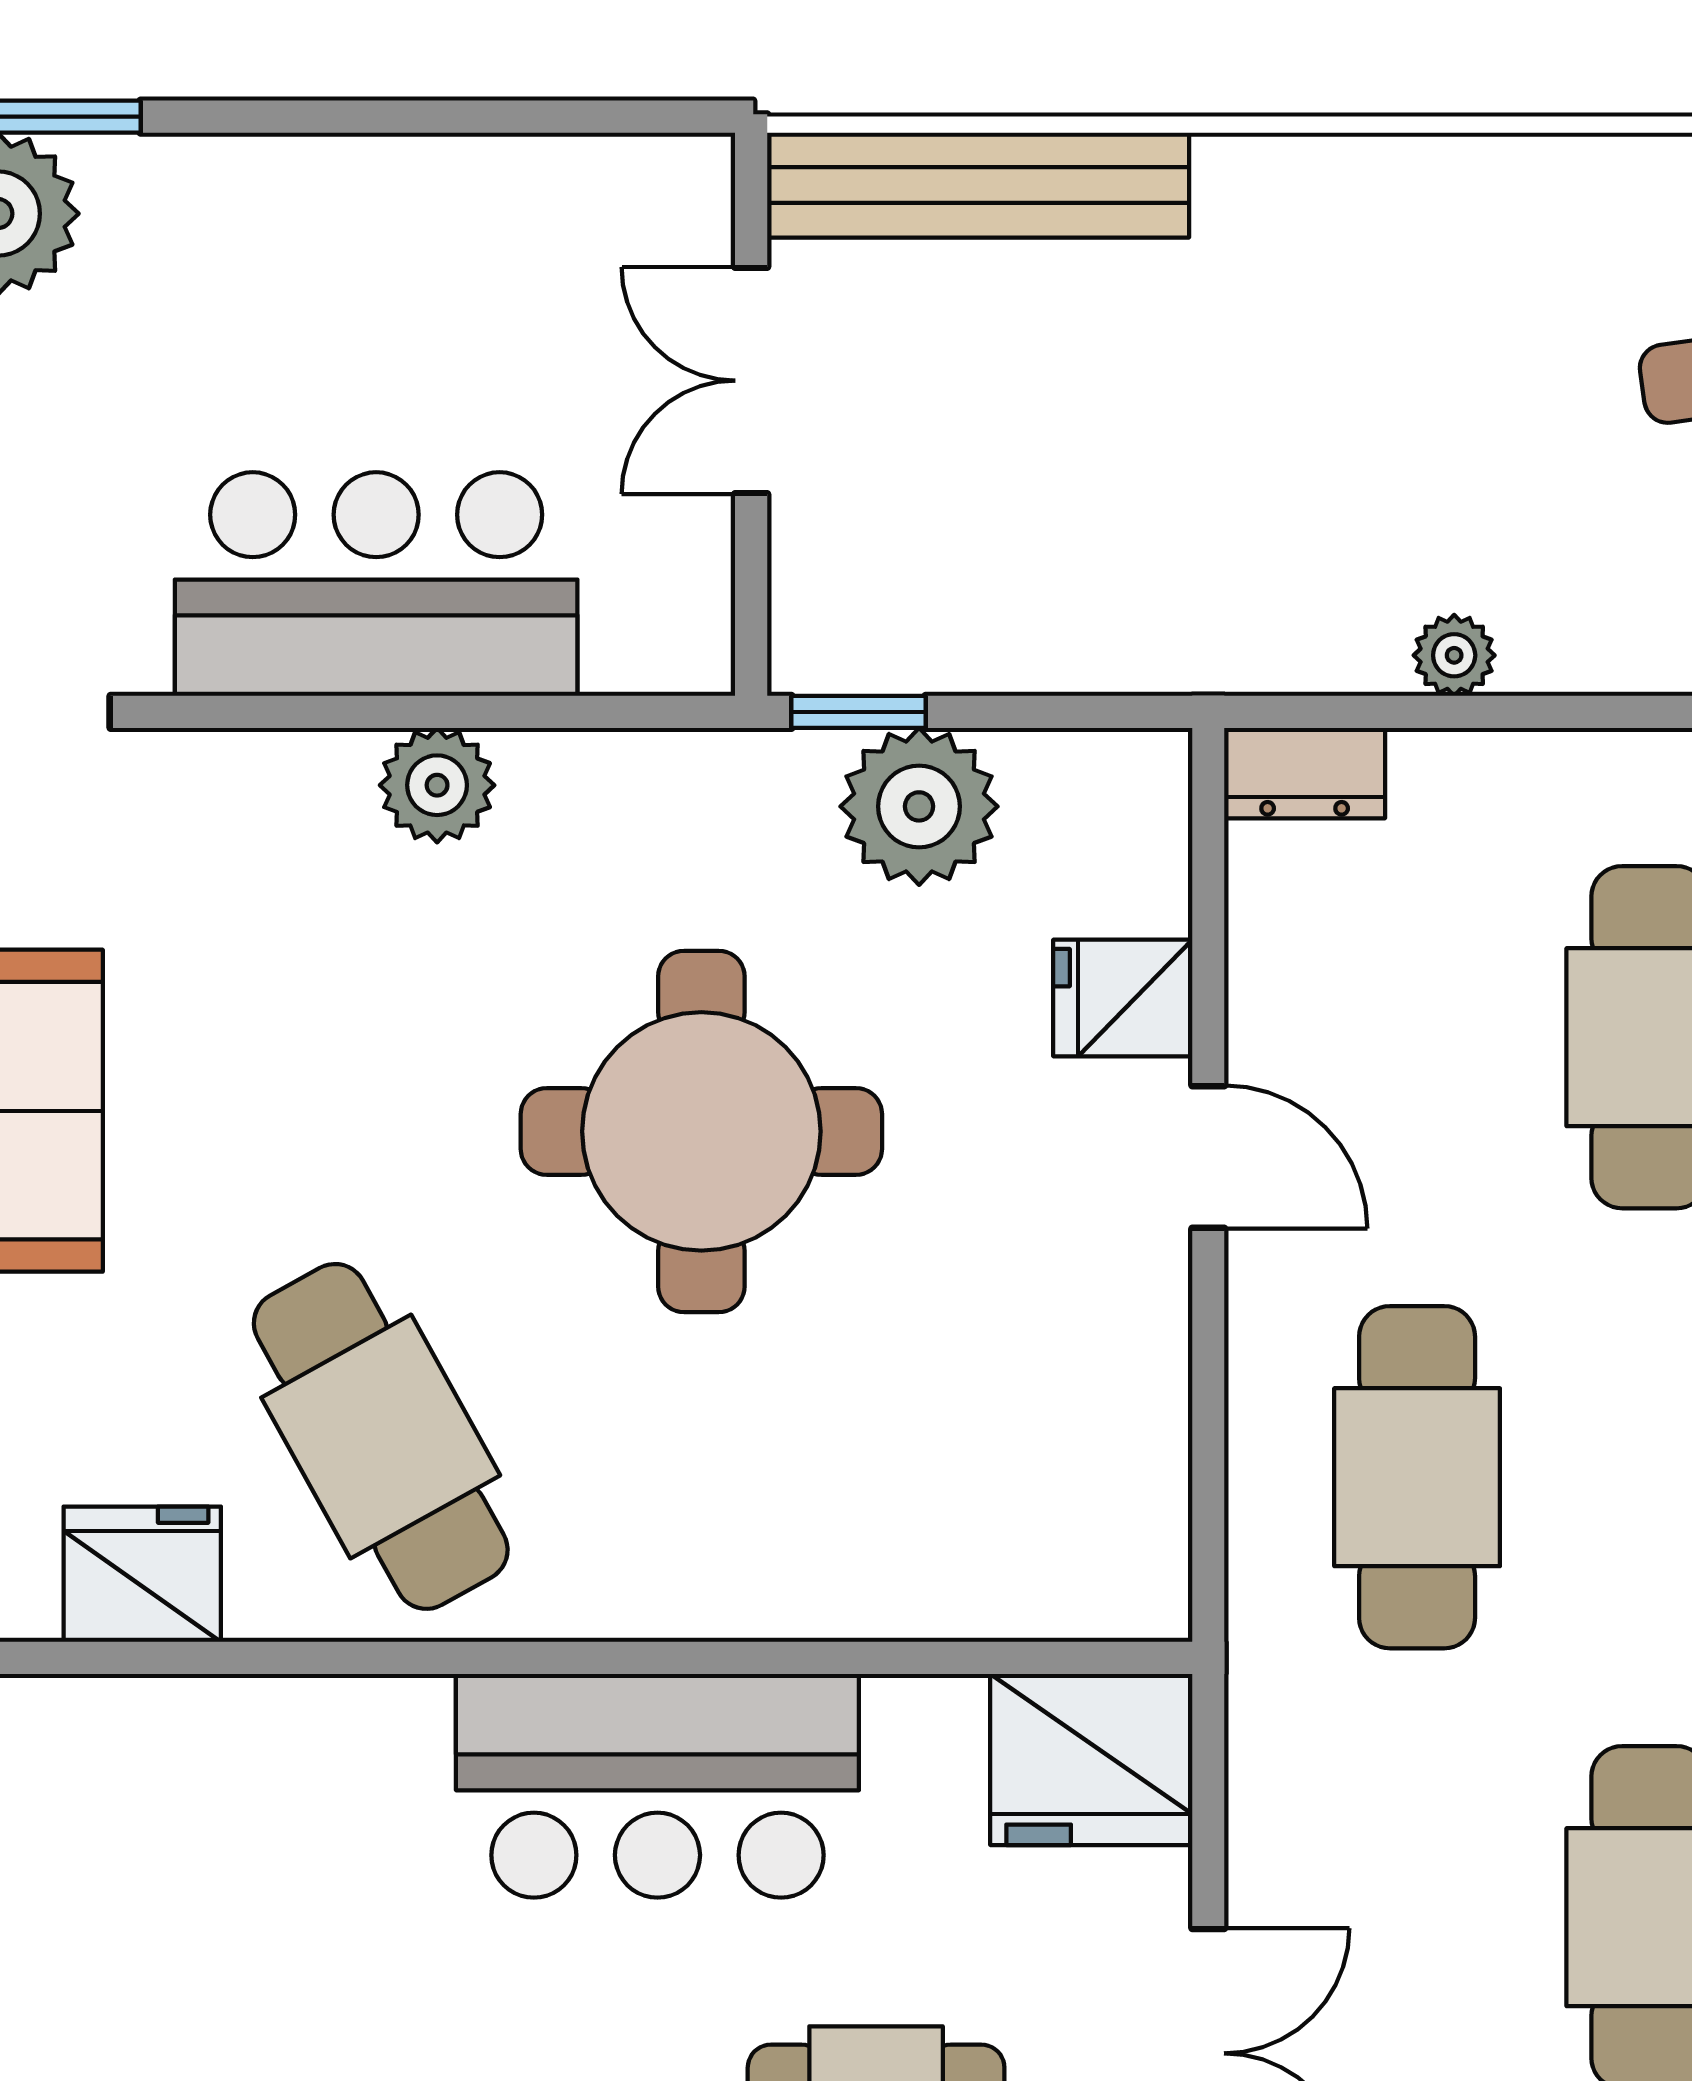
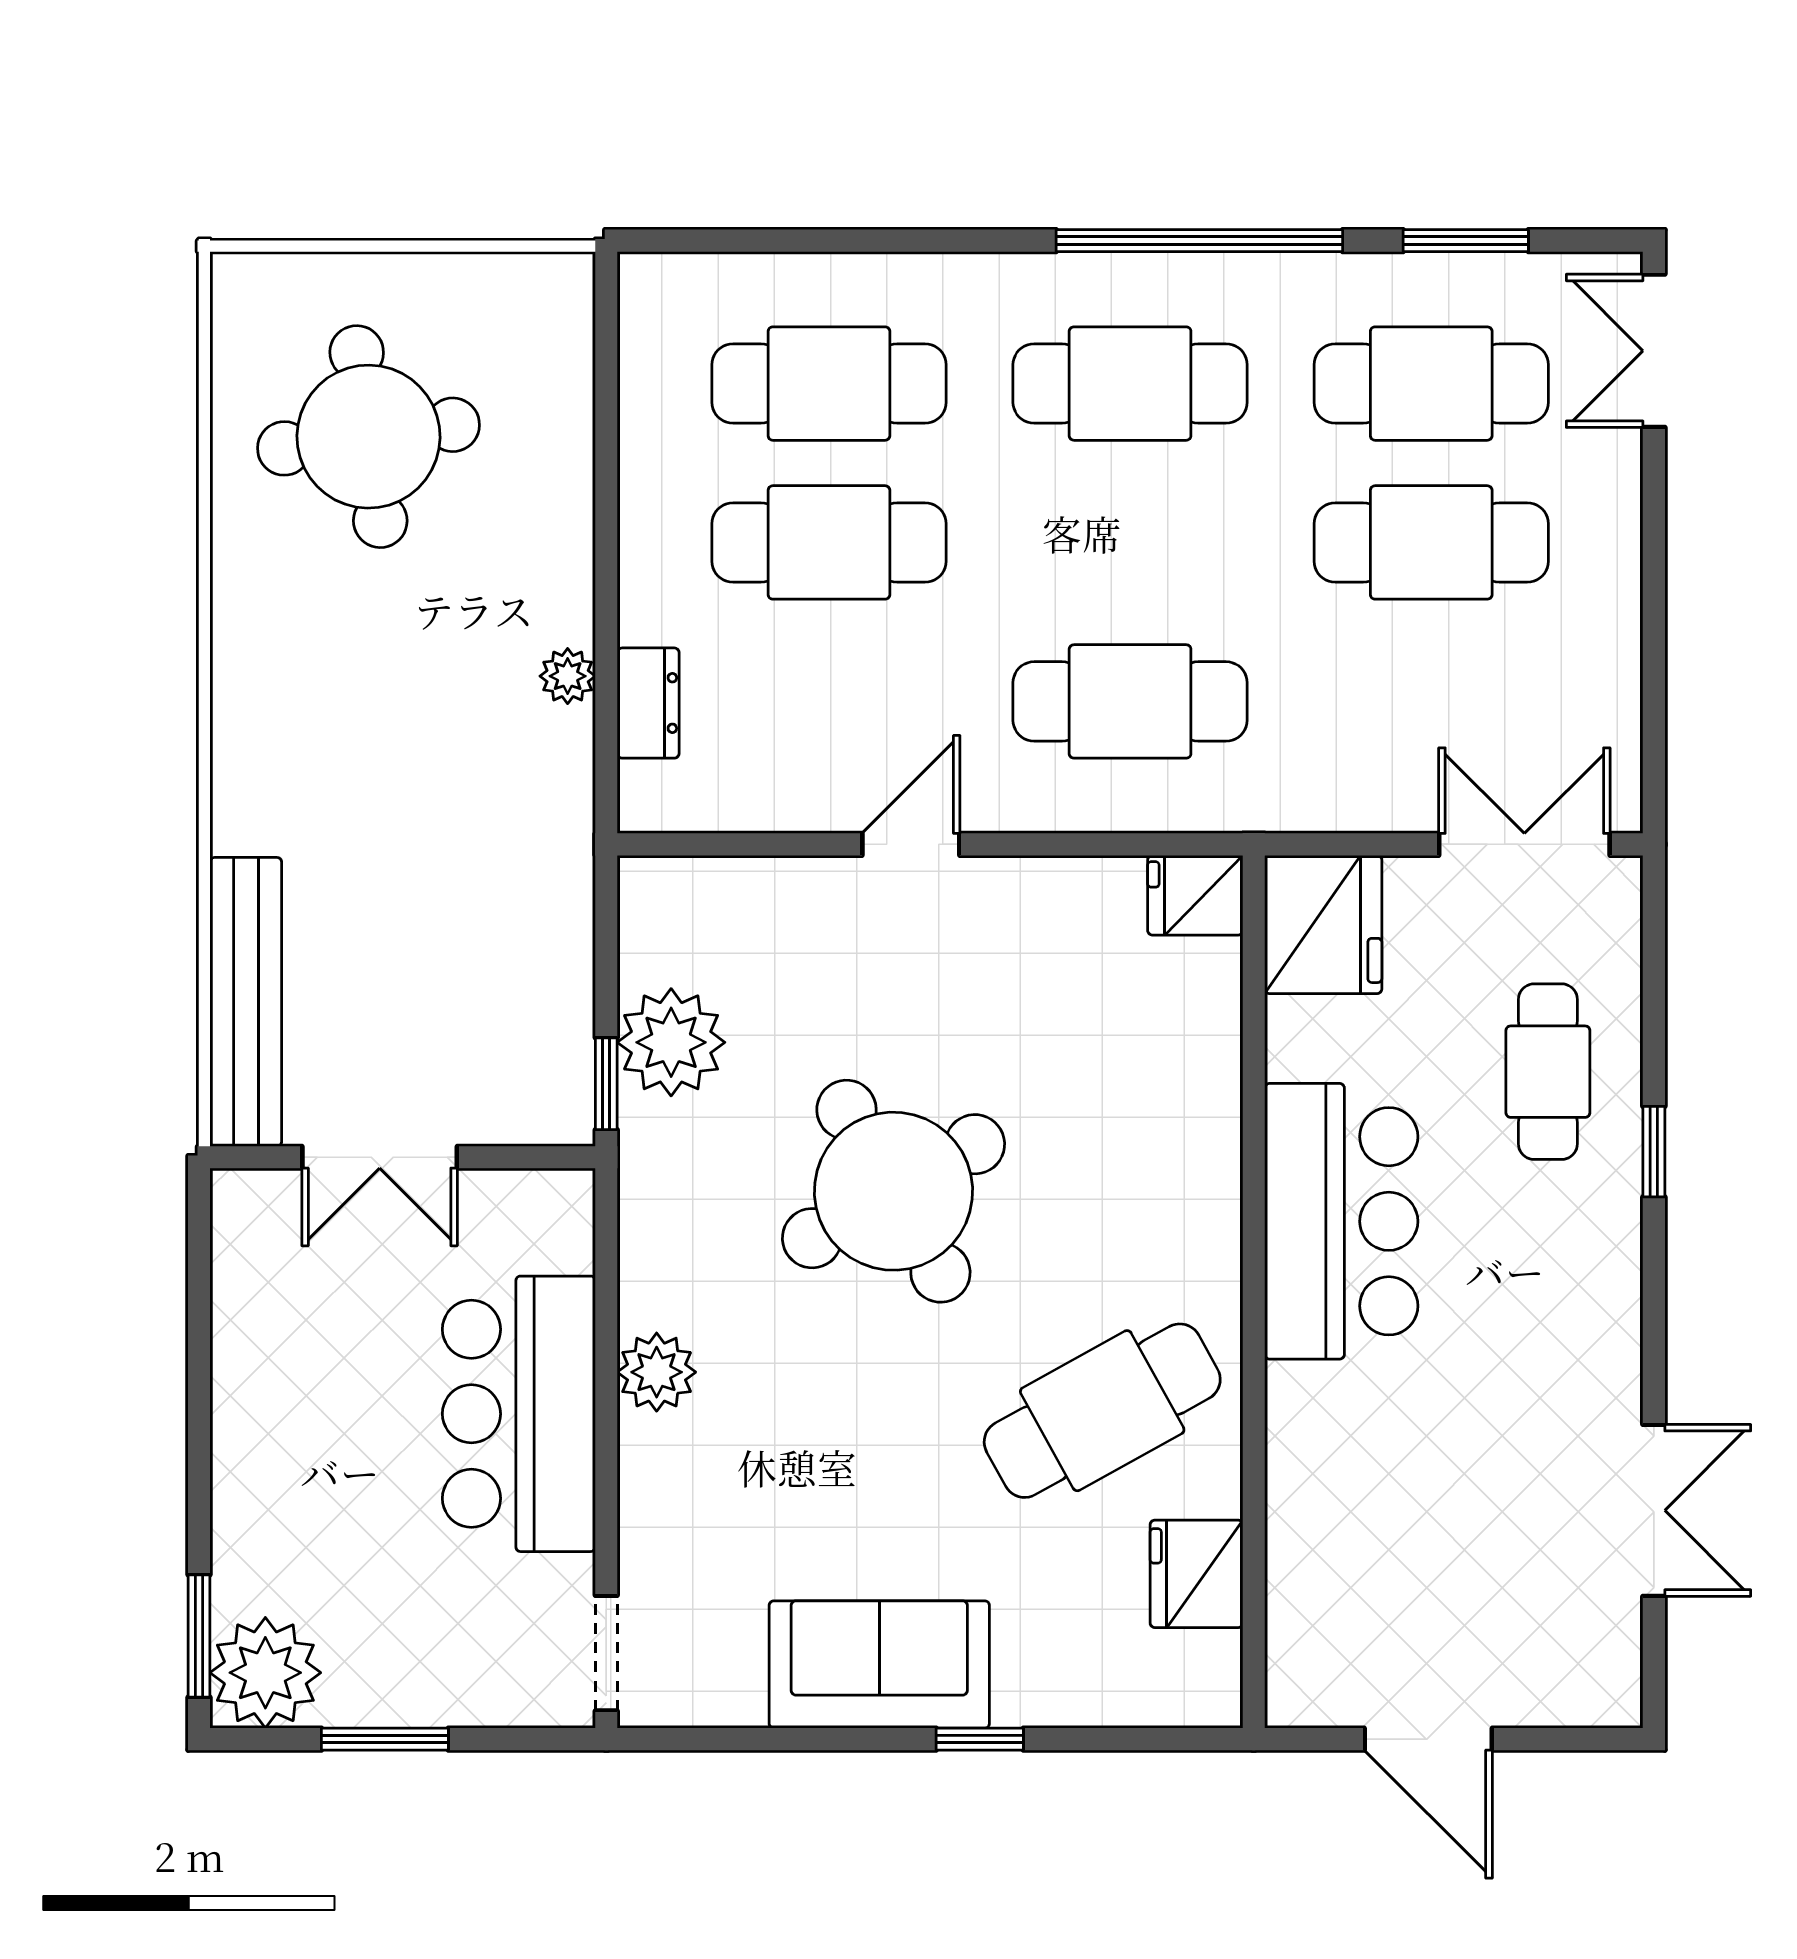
dresser: (1305, 773) -> (648, 703), moved
fridge: (1123, 998) -> (1195, 895), moved, turned 90
round table: (701, 1131) -> (893, 1191), turned -30

